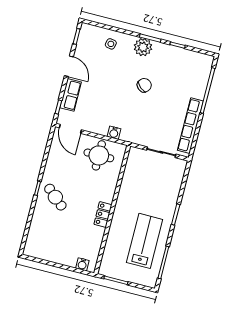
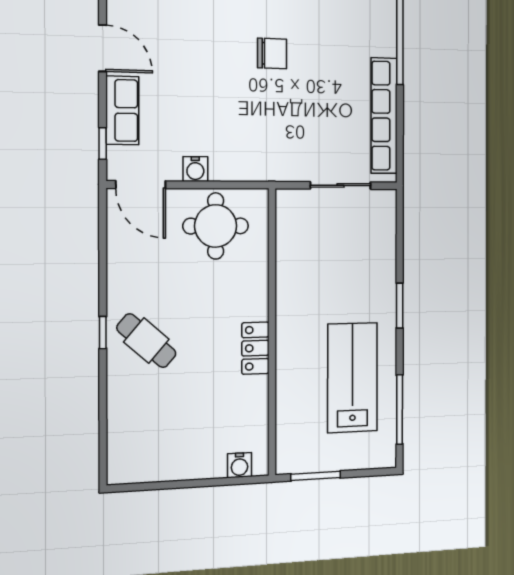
chair: (144, 85) -> (272, 53), turned 49
water cooler: (114, 133) -> (195, 169), moved

